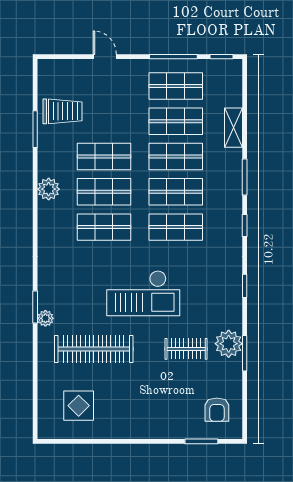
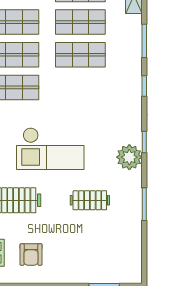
shop shelf: (176, 227) -> (80, 87), removed
plant: (229, 344) -> (129, 157), moved
armchair: (217, 410) -> (31, 255), moved

